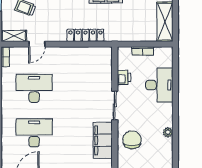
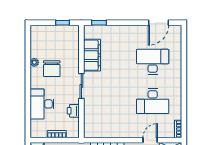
desk: (34, 133) -> (153, 62), turned 180
chair: (132, 140) -> (52, 69), moved

